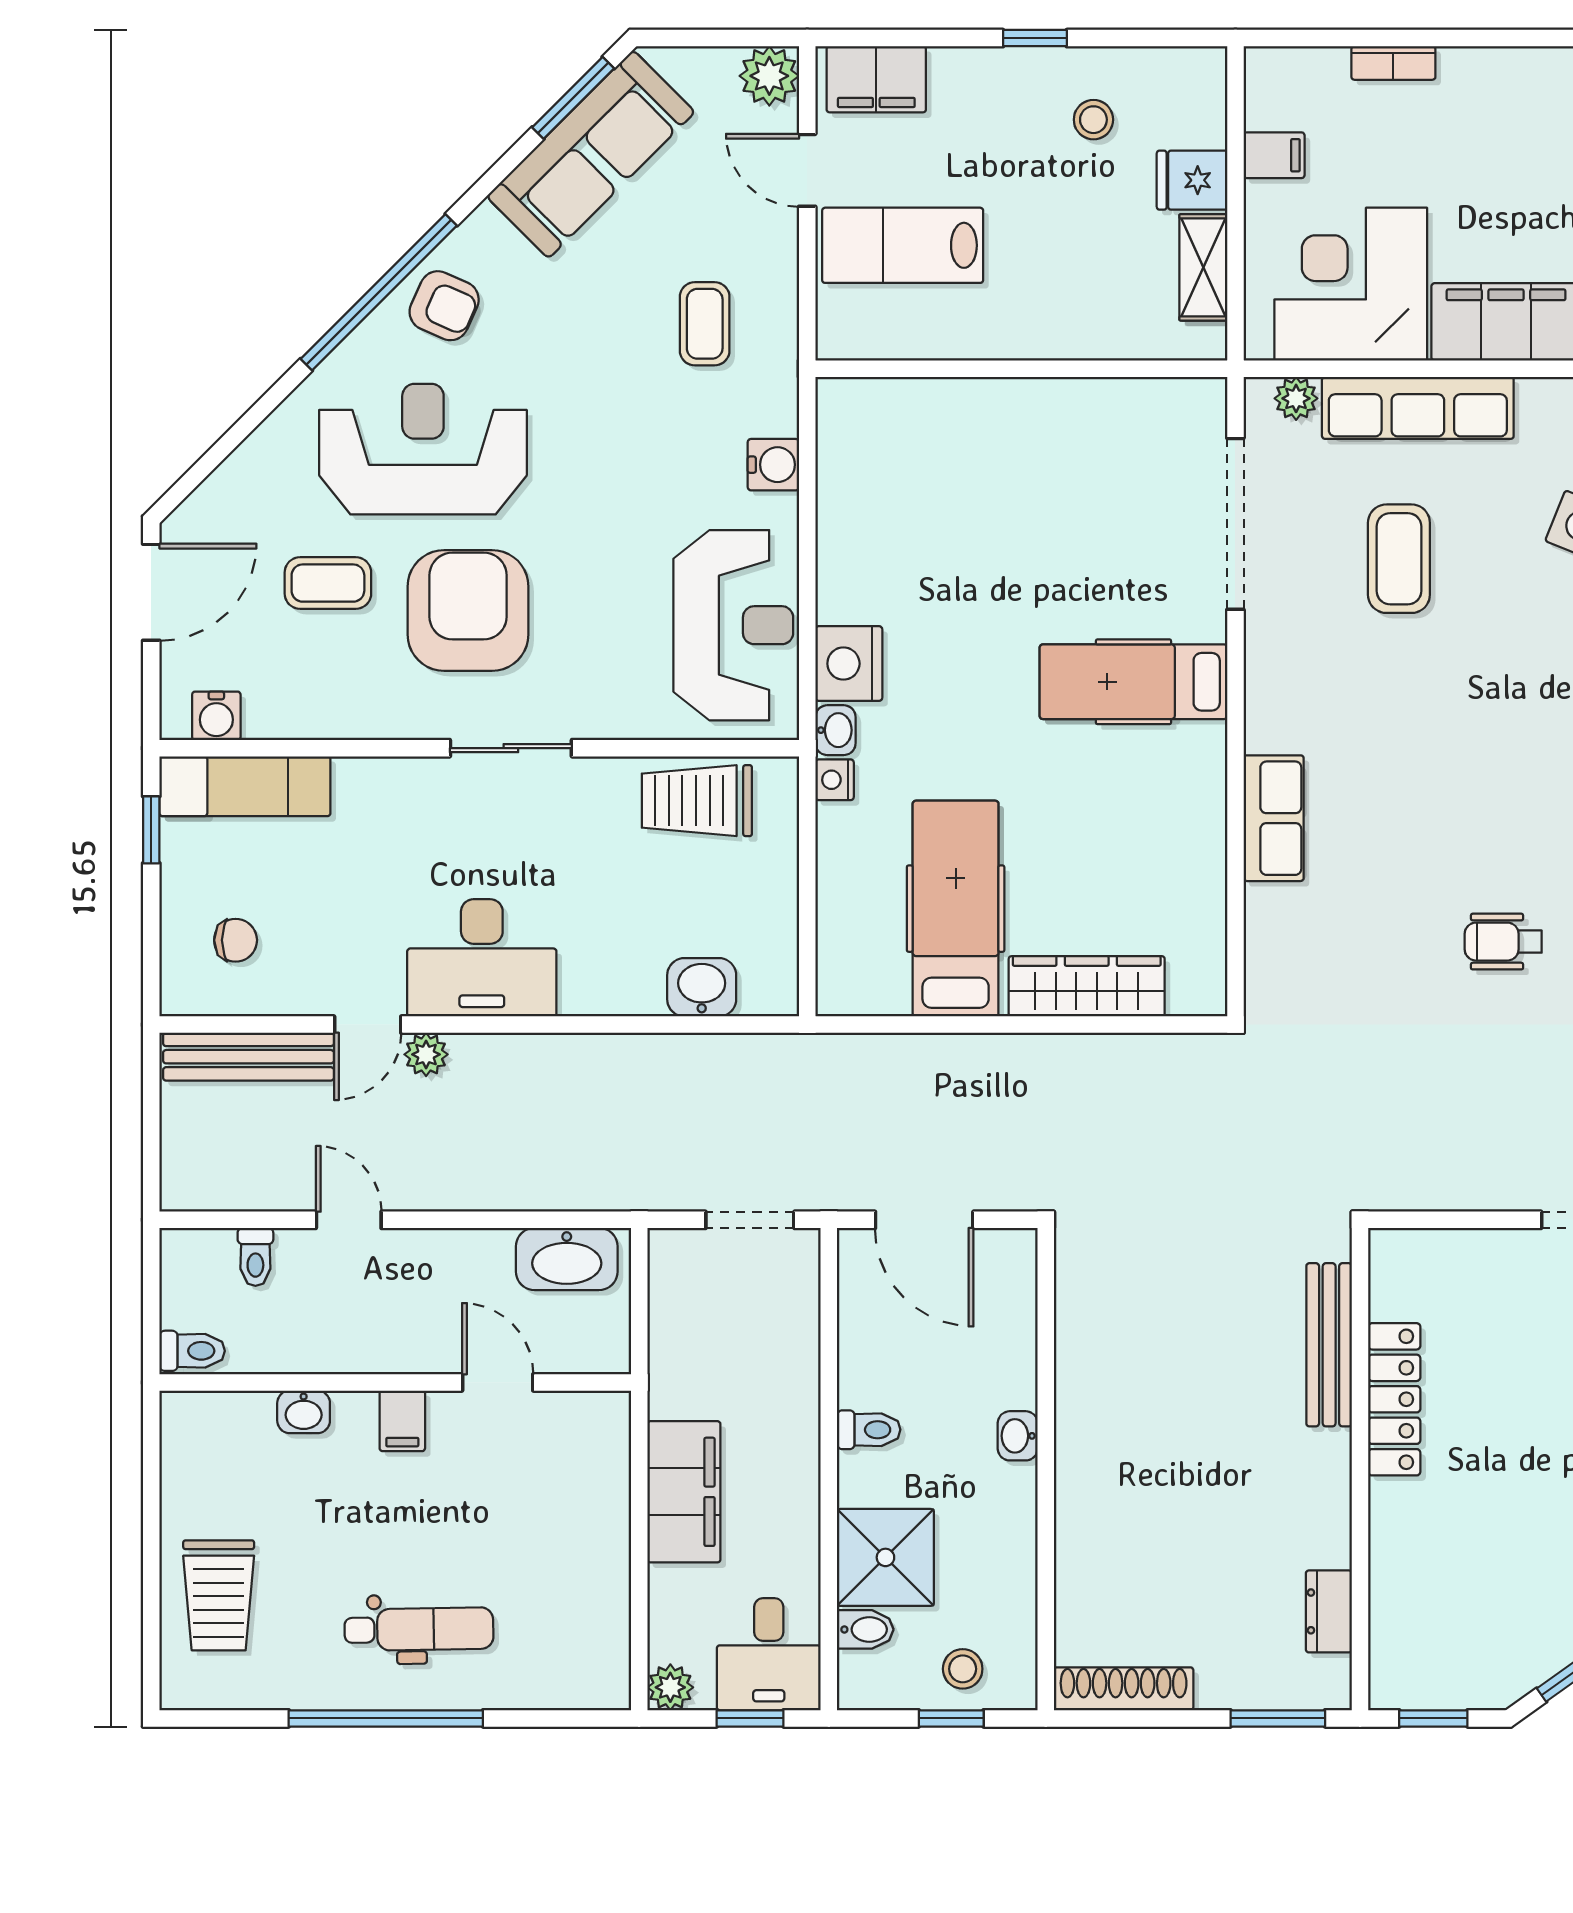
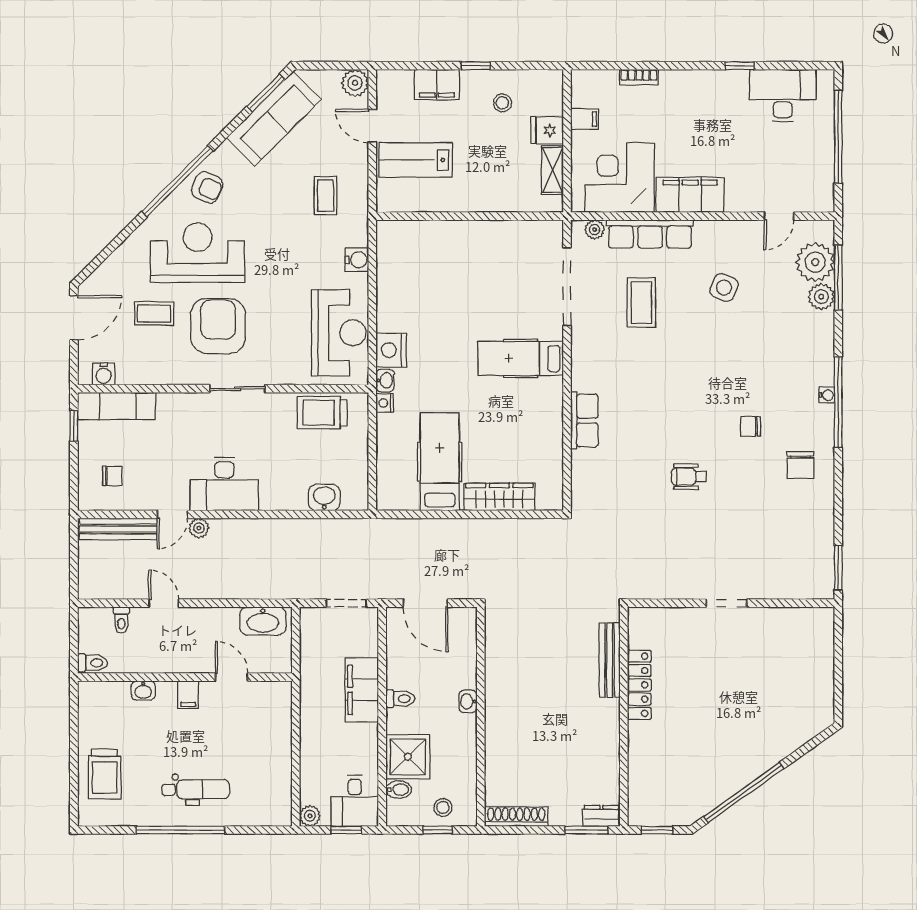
filing cabinet: (876, 79) -> (437, 84), moved
filing cabinet: (684, 1492) -> (362, 690), moved, turned 180
dresser: (1329, 1611) -> (601, 816), moved, turned 90

